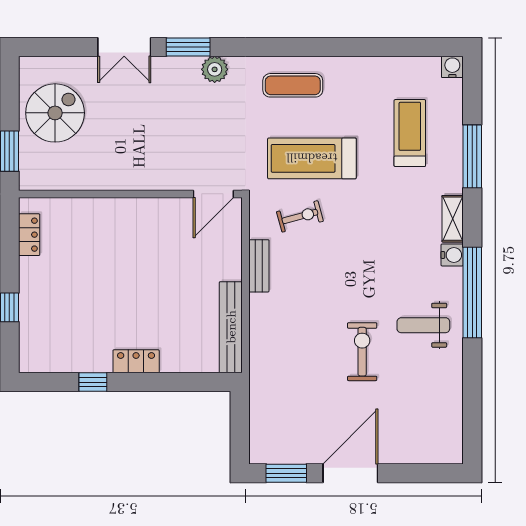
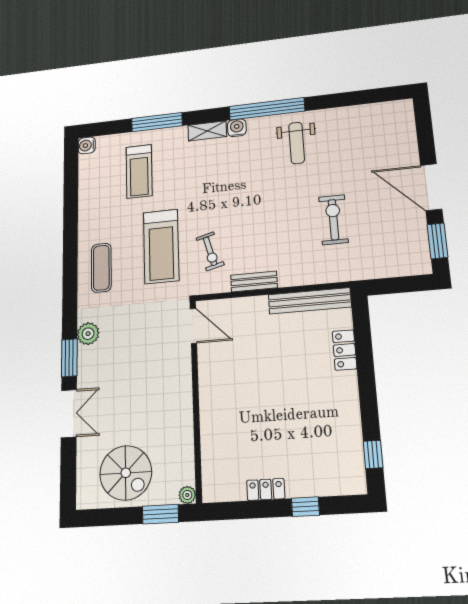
spiral stairs: (55, 113) -> (126, 473), turned 180
treadmill: (410, 133) -> (139, 171), turned -90
plant: (28, 181) -> (187, 495), added
exercise bike: (300, 216) -> (210, 251), turned 180
locker: (29, 235) -> (266, 489), moved
exercise bike: (362, 352) -> (333, 220), moved, turned 90
locker: (136, 361) -> (344, 350), moved
window: (93, 382) -> (373, 454), moved

